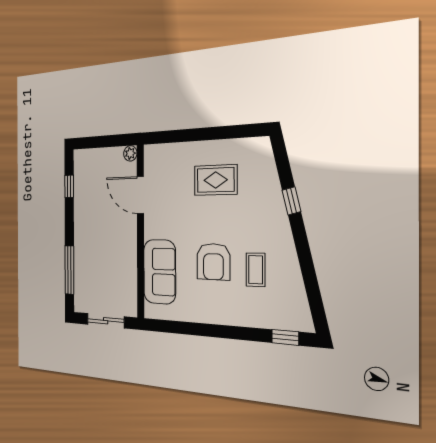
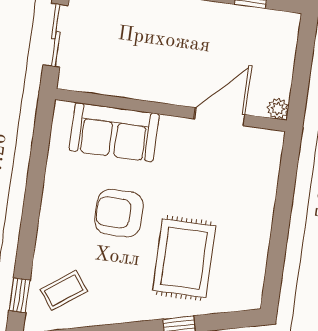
rug: (216, 180) -> (184, 258), moved, width x1.36, depth x1.43
coffee table: (256, 270) -> (64, 290), moved, turned -36

